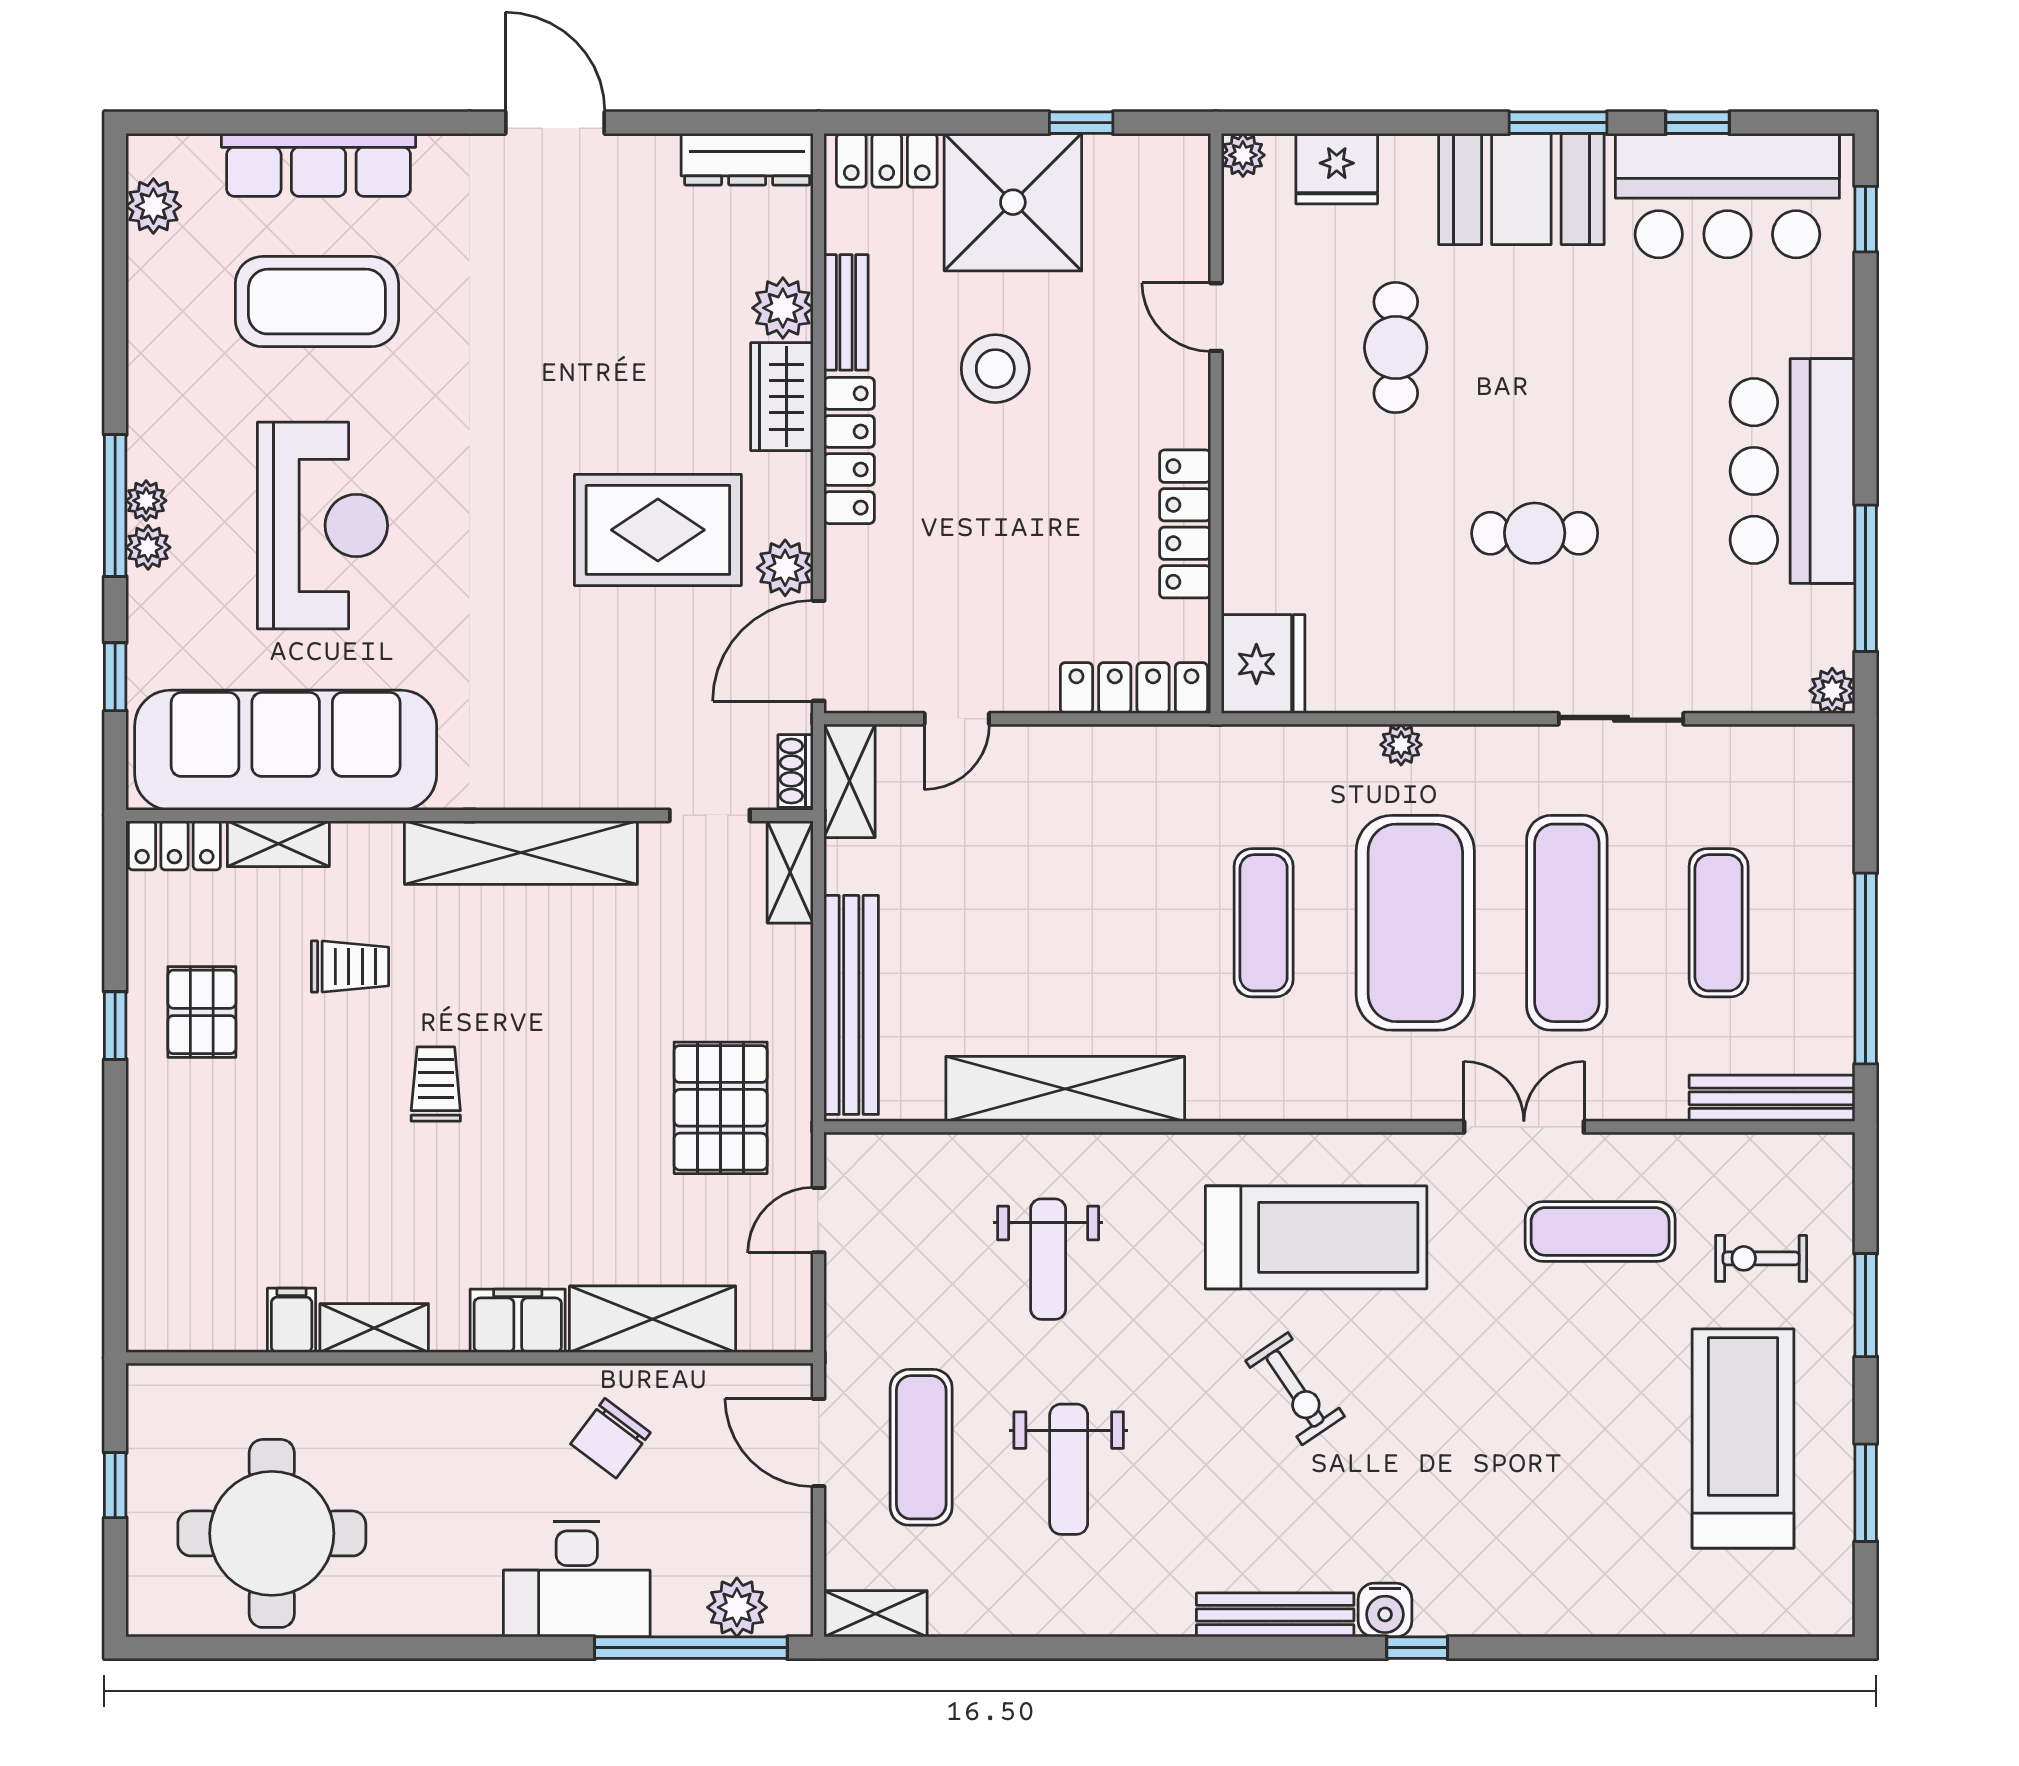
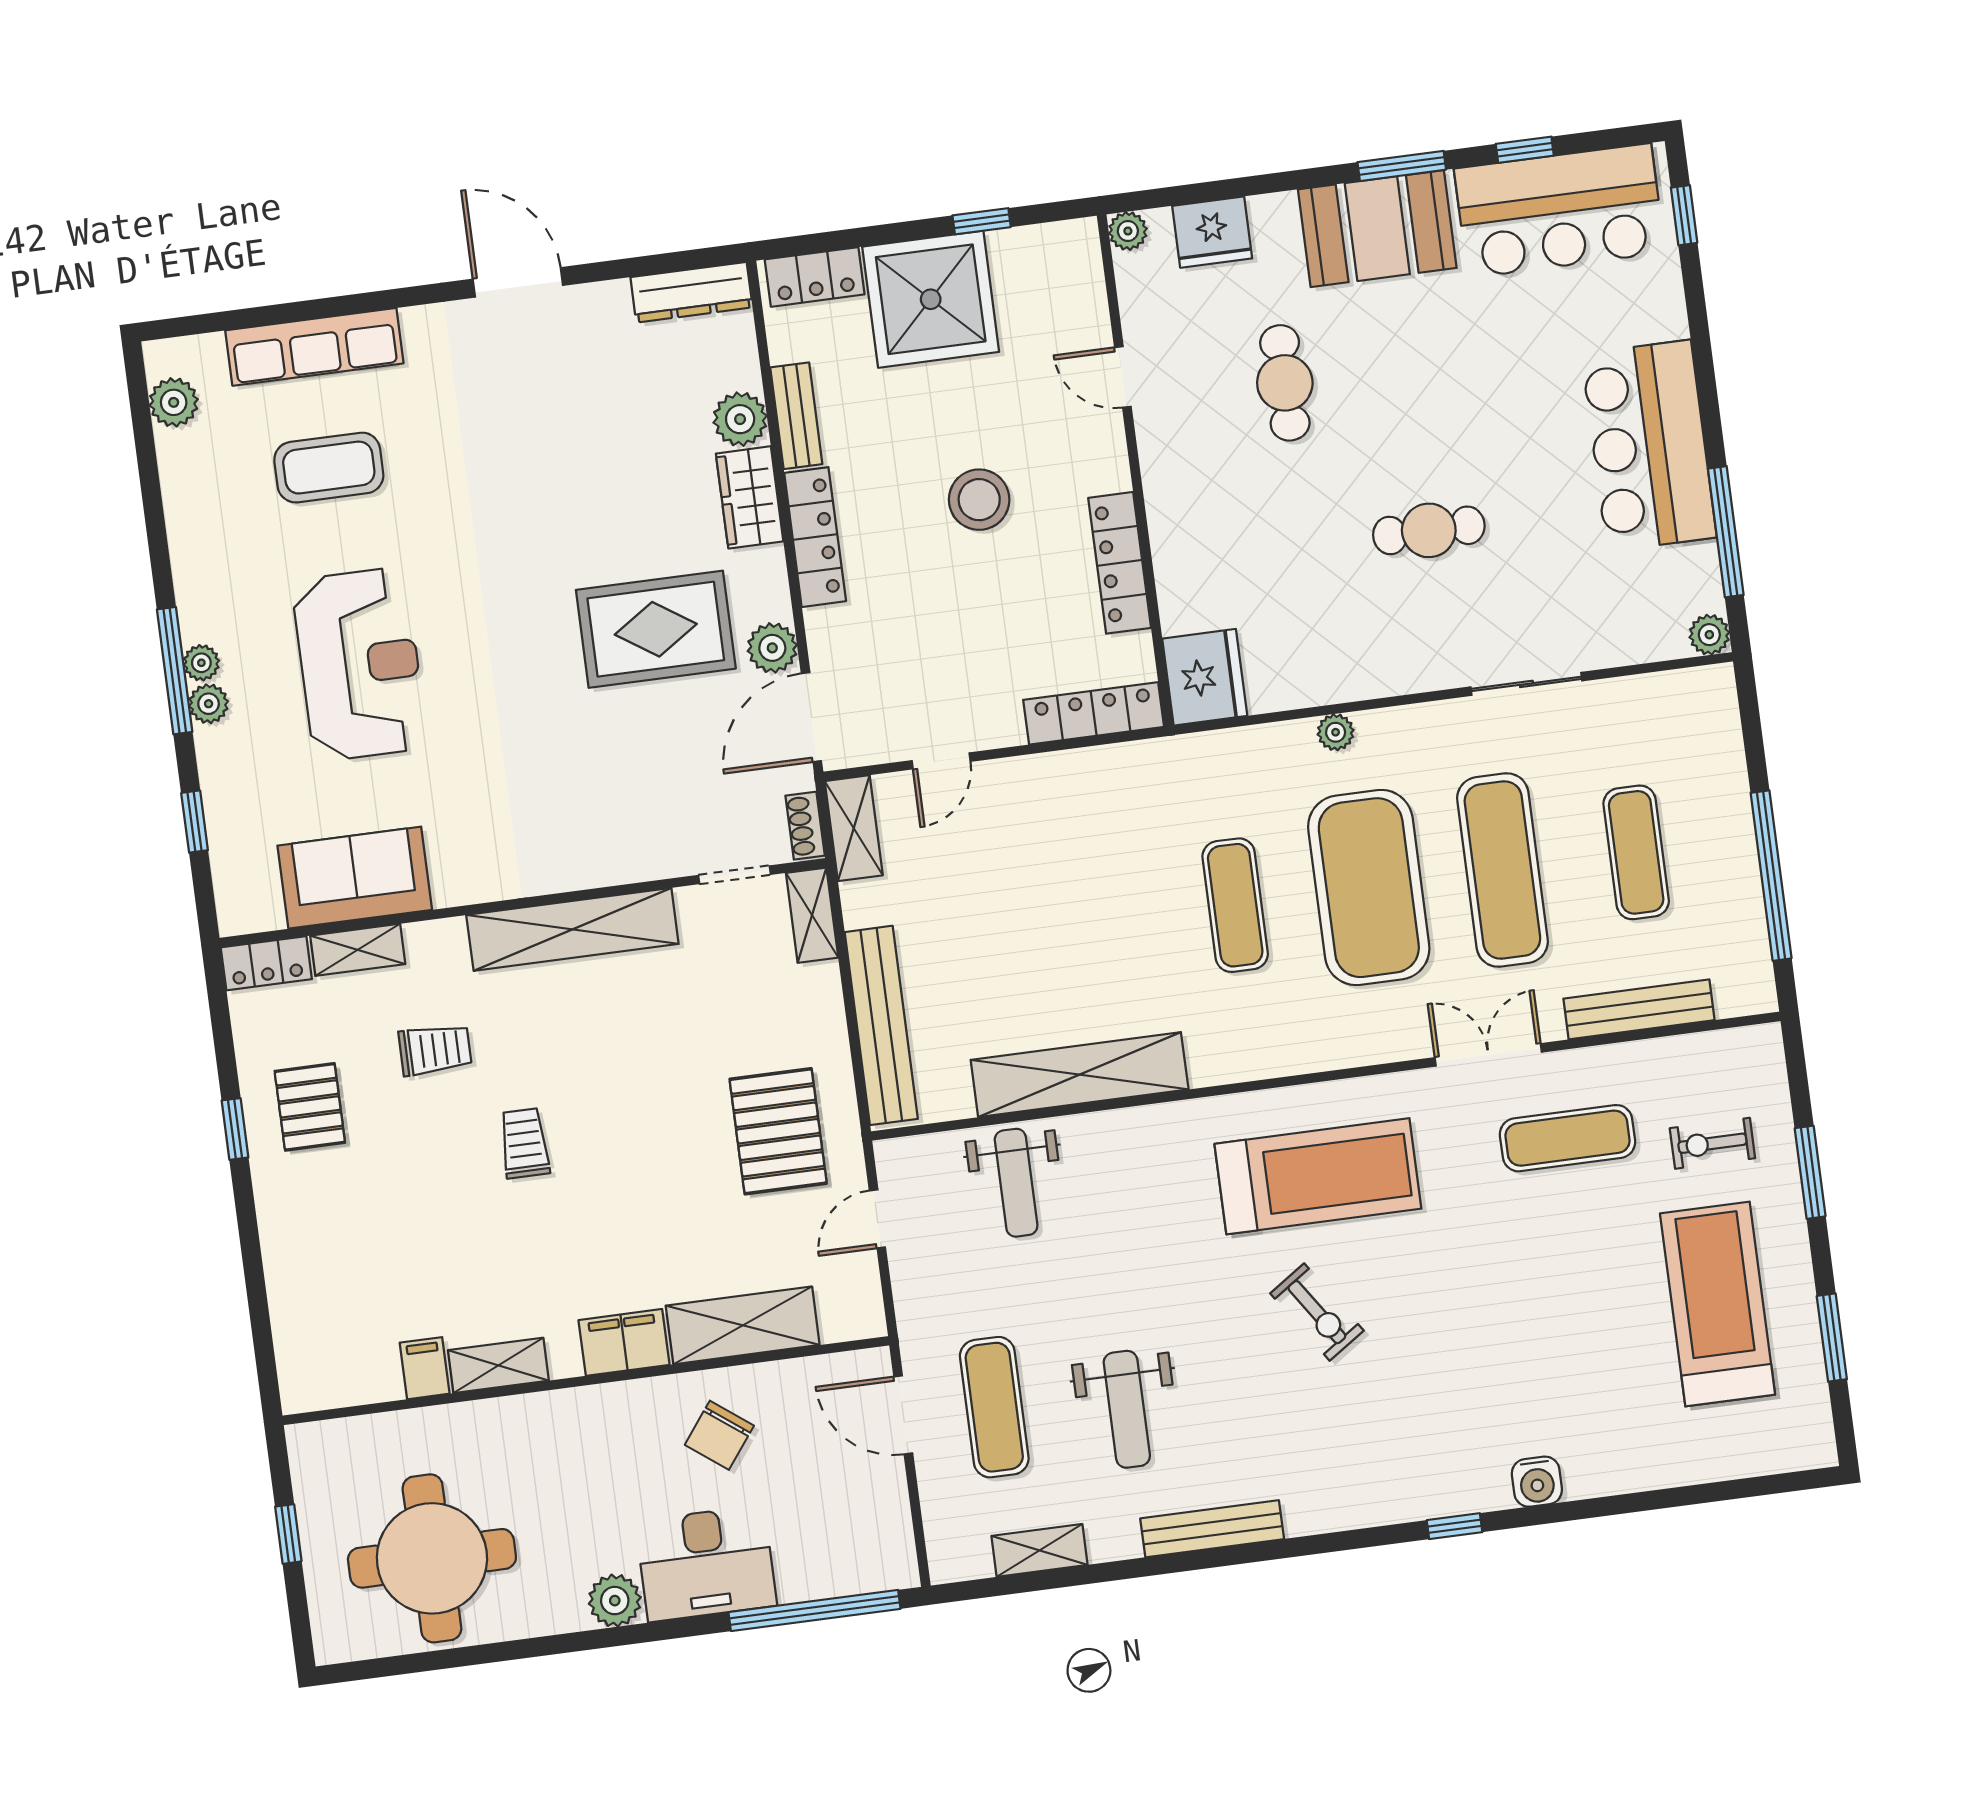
coffee table: (317, 302) -> (329, 468), width x0.73, depth x0.76
stool: (995, 369) -> (979, 500), moved
sofa: (286, 750) -> (355, 878), width x0.54, depth x0.79
bench: (1772, 1098) -> (1639, 1009), moved
weight bench: (1048, 1259) -> (1016, 1183), moved
plant: (737, 1607) -> (615, 1601), moved
water cooler: (1385, 1610) -> (1537, 1482), moved
shelving: (876, 1614) -> (1040, 1550), moved
bench: (1275, 1615) -> (1212, 1529), moved

